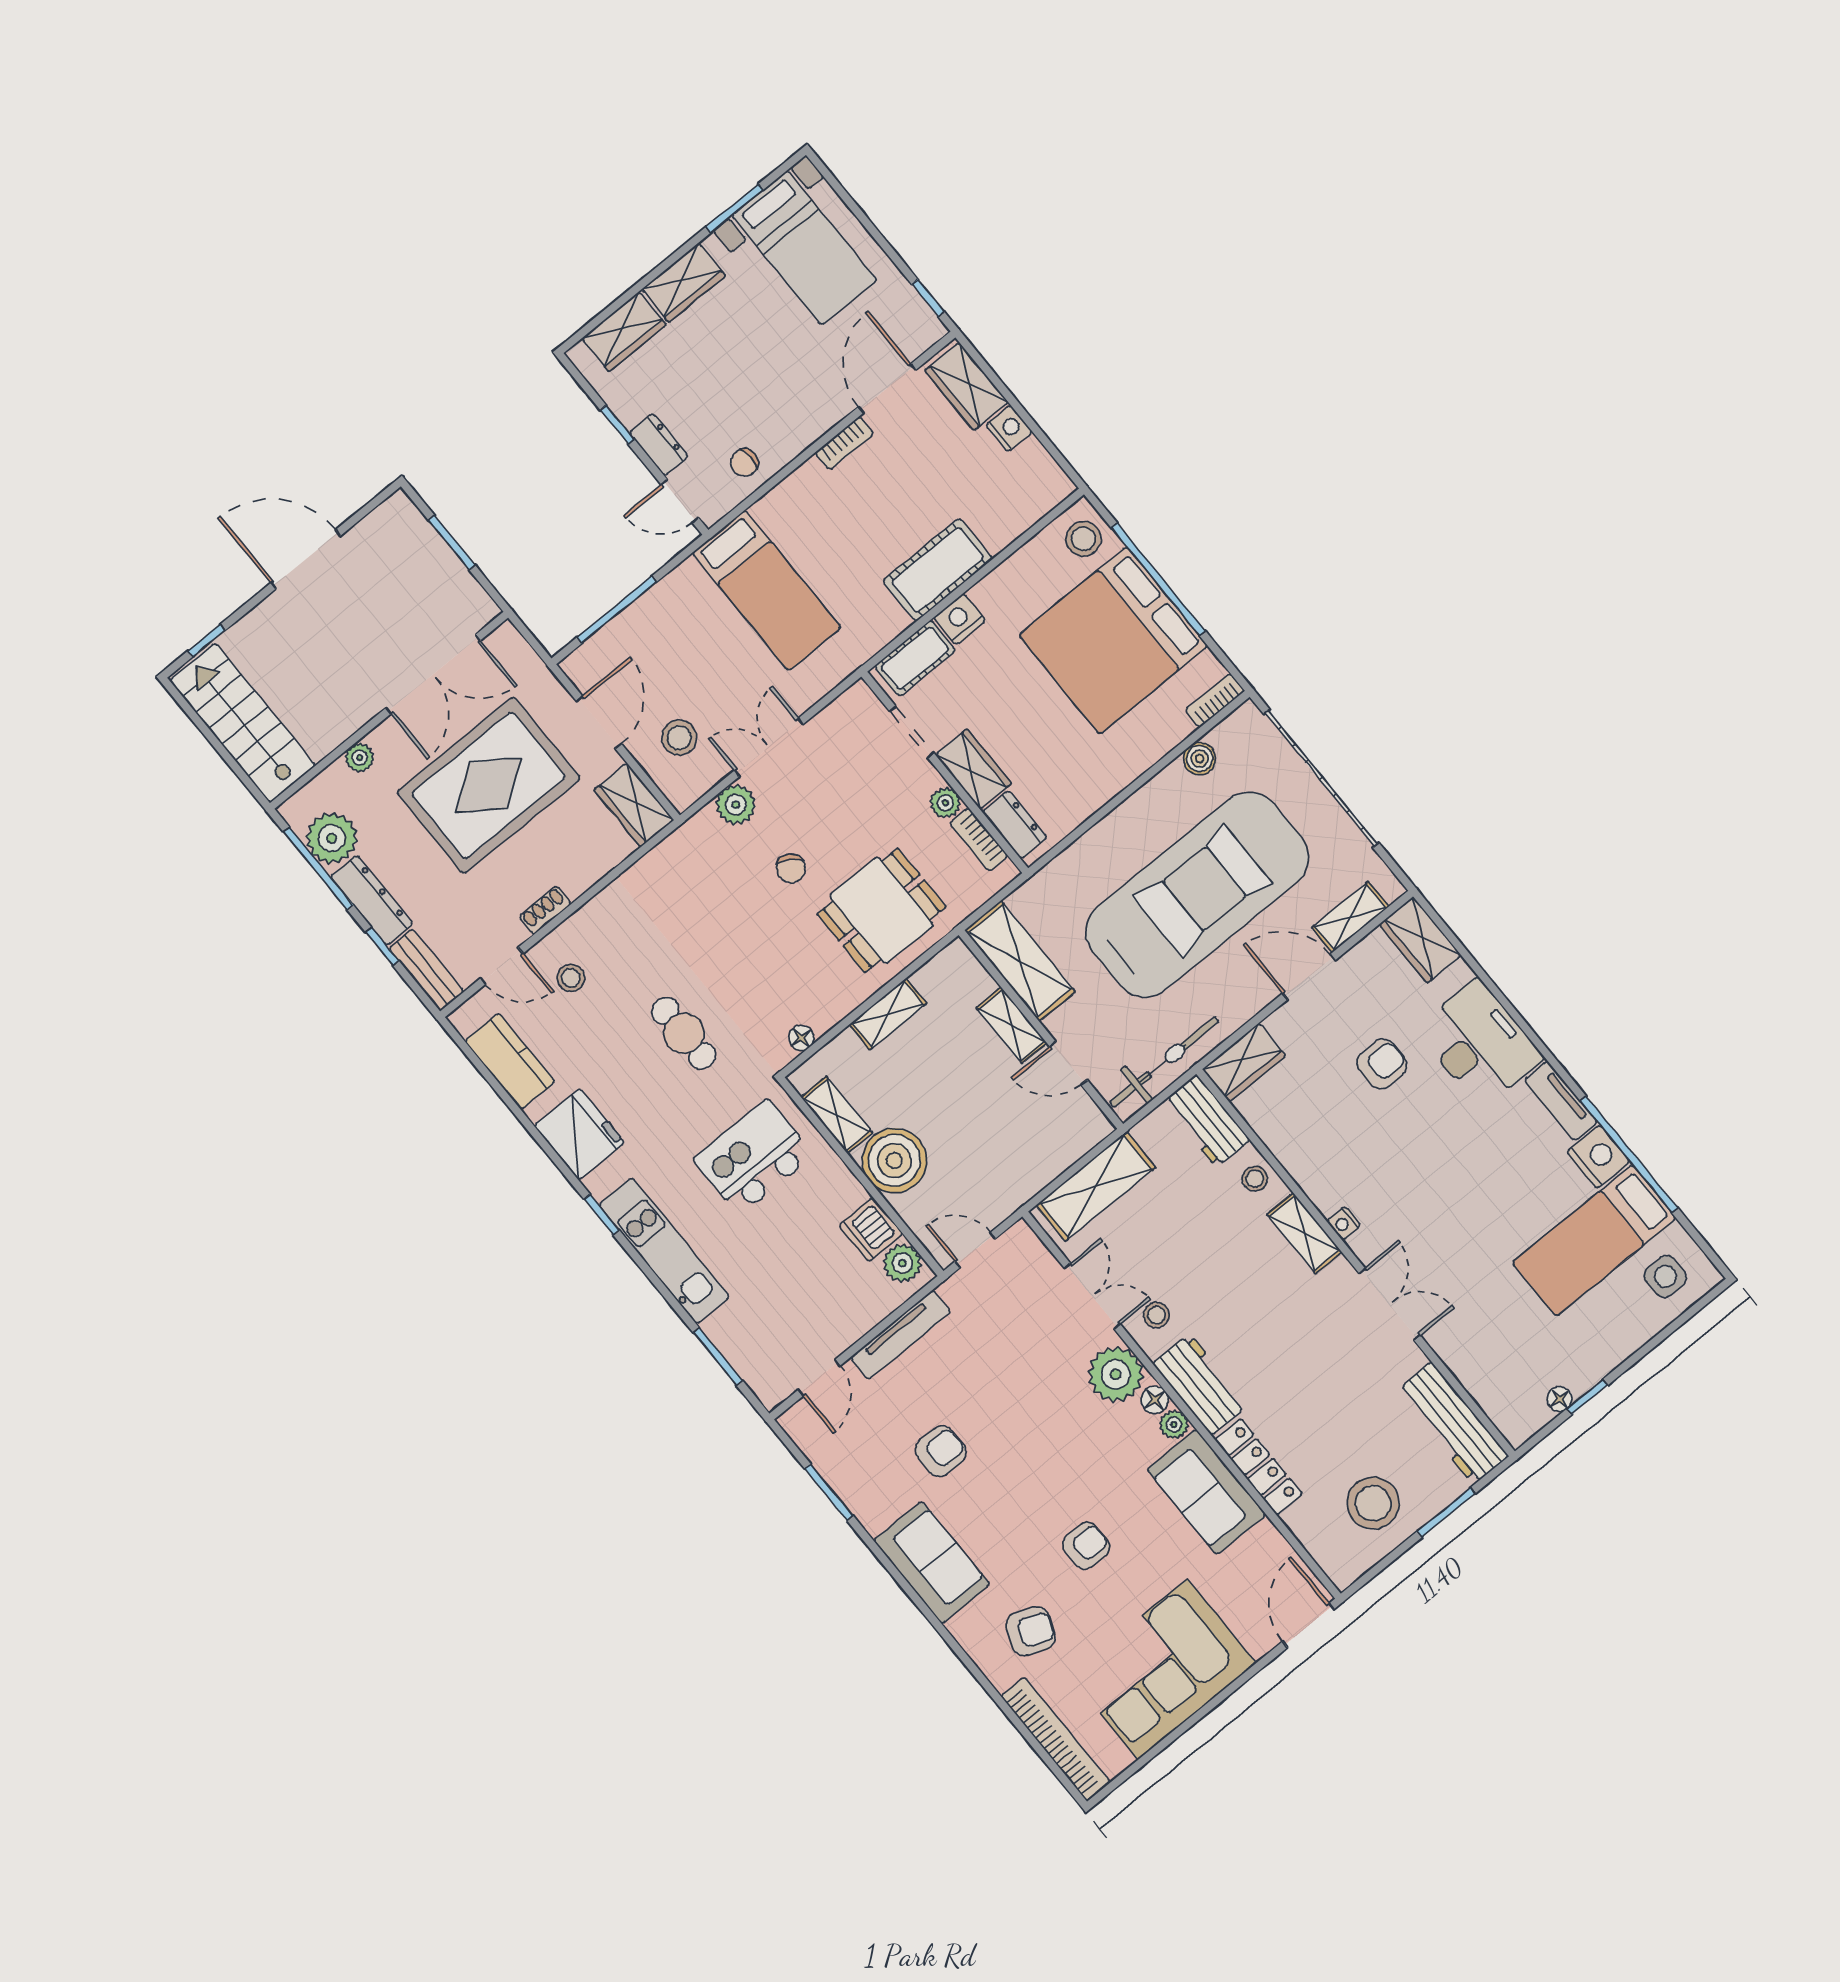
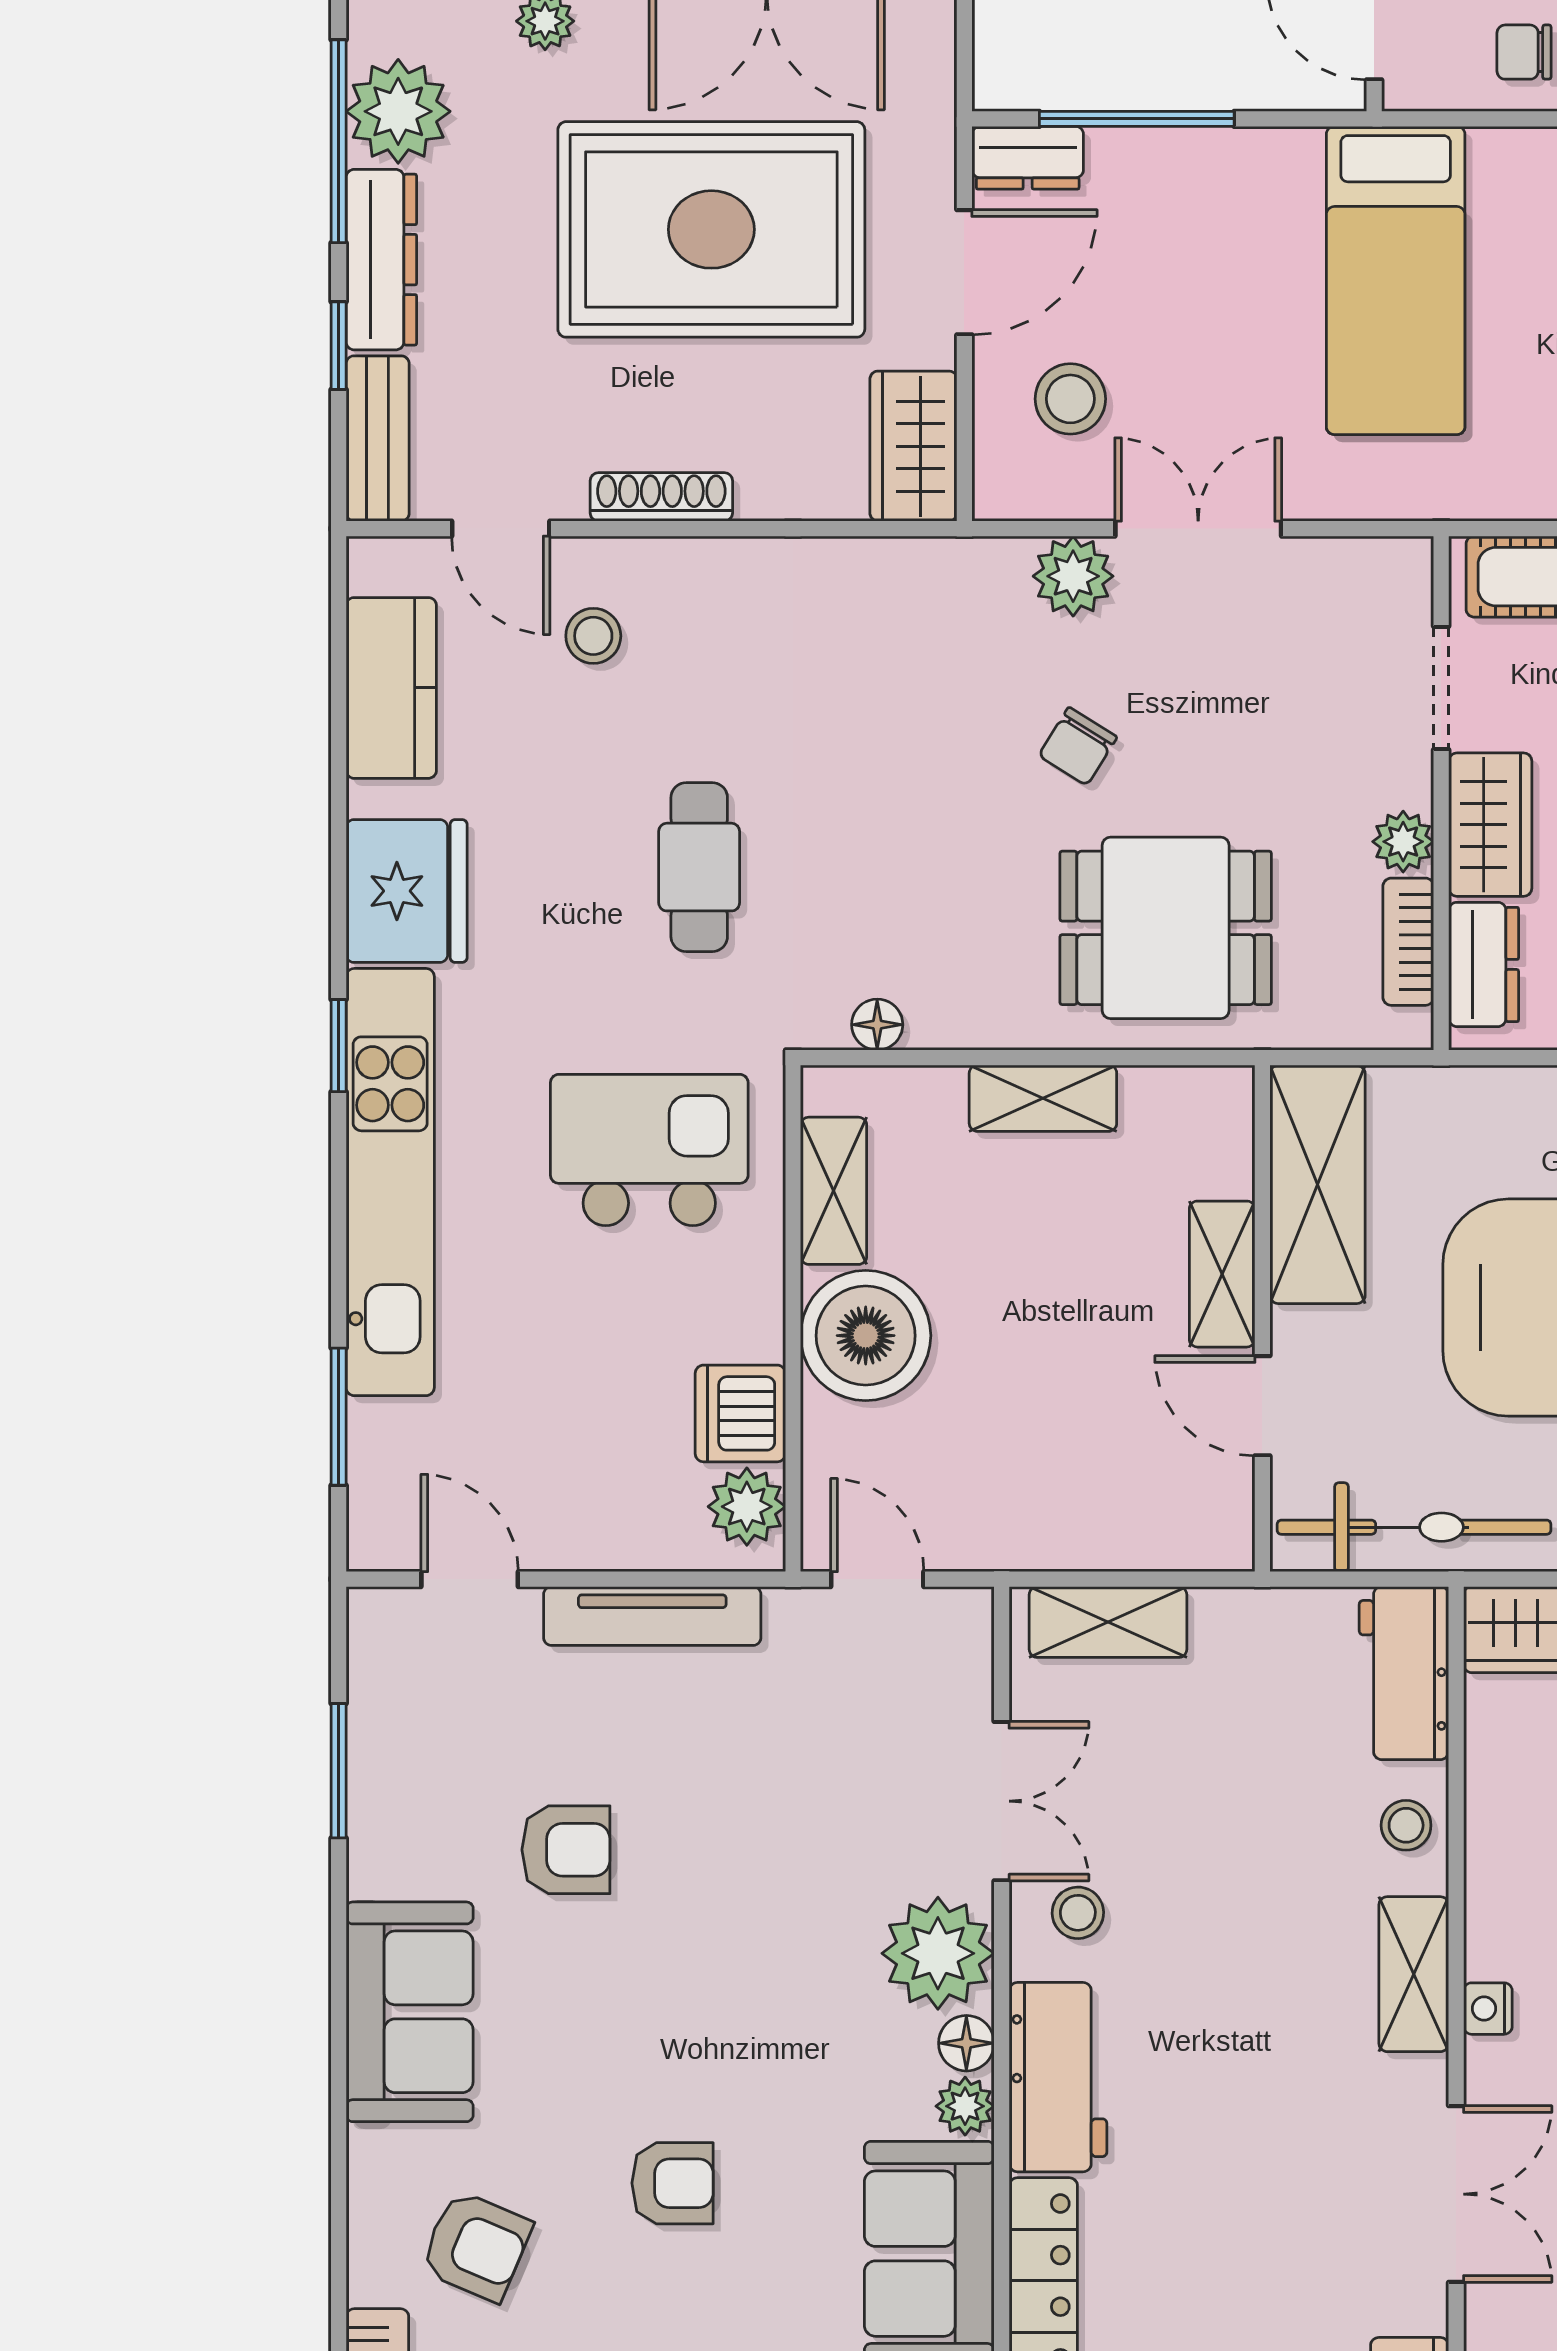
dresser: (587, 659) -> (1028, 158), added
shoe rack: (545, 910) -> (661, 497), width x1.43
shelving: (1096, 1186) -> (1108, 1622), width x0.67, depth x0.75
kitchen unit: (664, 1251) -> (390, 1182), width x1.36
door: (819, 1378) -> (470, 1579), swing flipped

